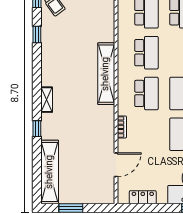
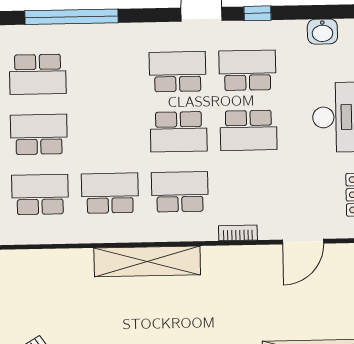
door: (116, 165) -> (303, 242), swing flipped

